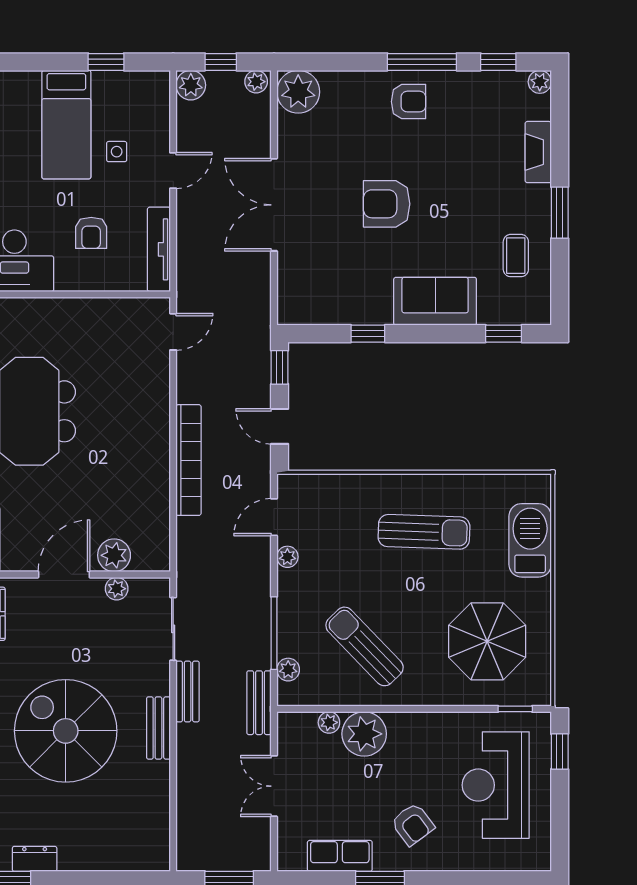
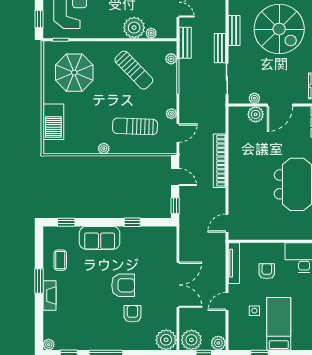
plant: (256, 82) -> (191, 340), width x1.88, depth x1.88
armchair: (409, 102) -> (132, 314), moved, turned 90
fireplace: (538, 152) -> (49, 295), moved
plant: (426, 485) -> (104, 149), added
sun lounger: (424, 532) -> (135, 126), moved

